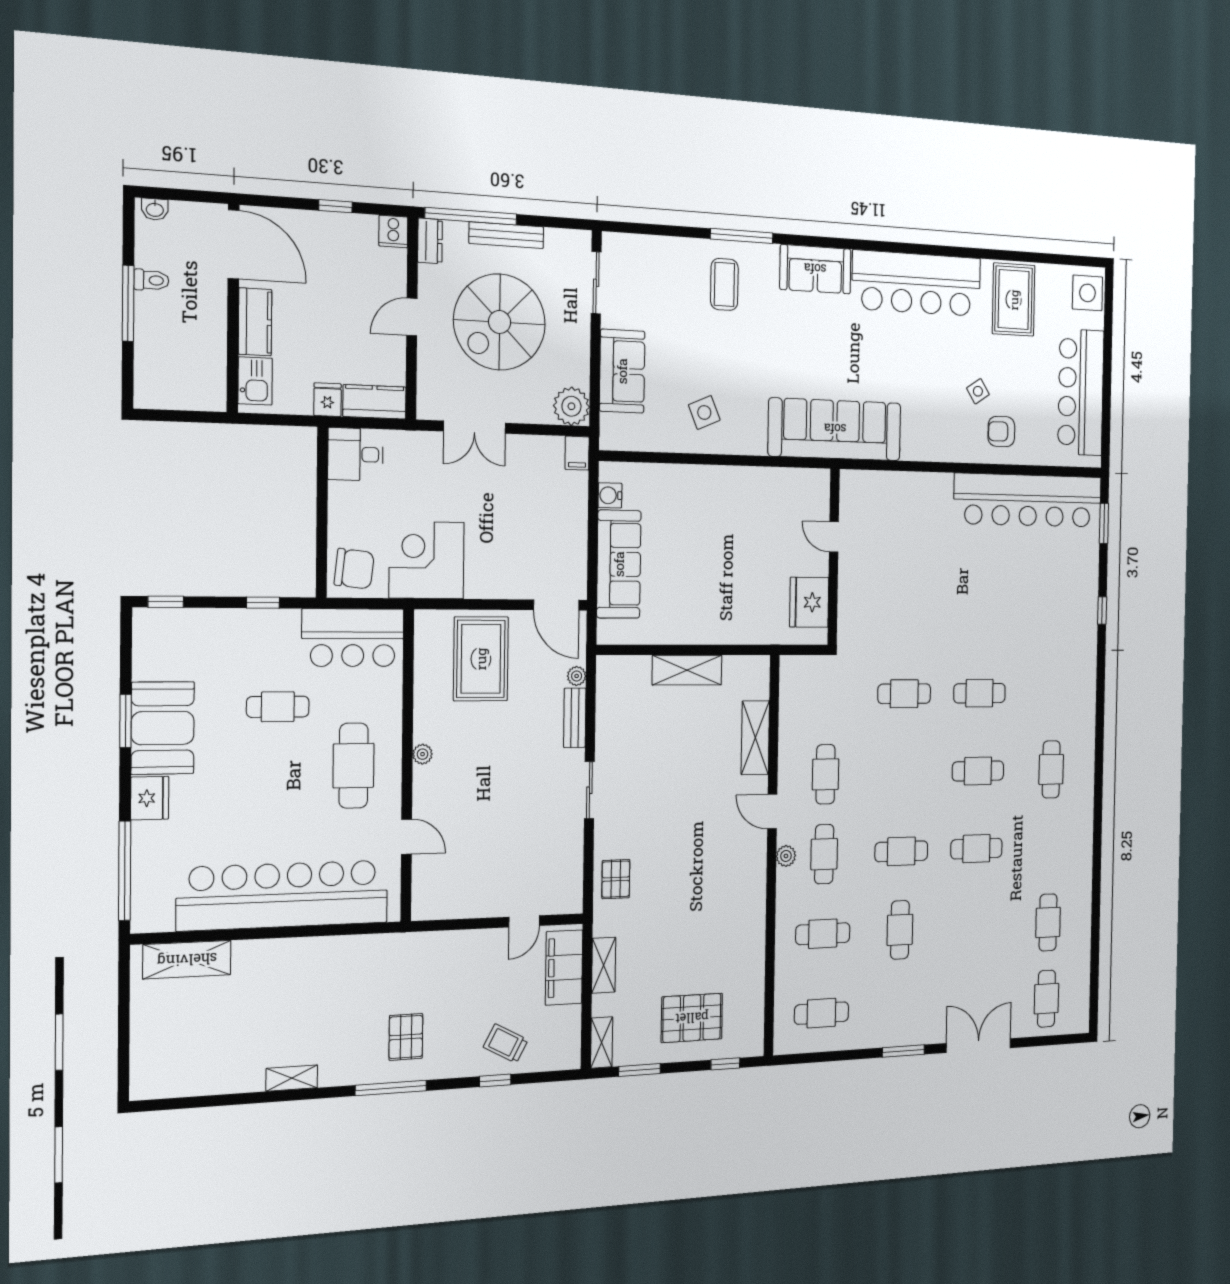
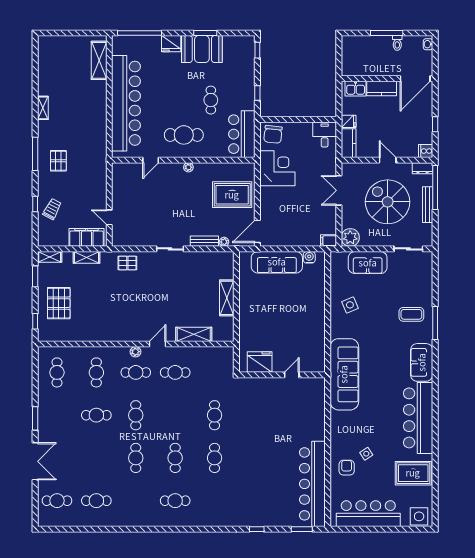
pallet: (406, 1037) -> (58, 161), turned 90

